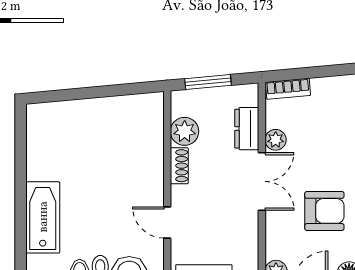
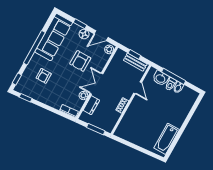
plant: (185, 131) -> (114, 116), removed
armchair: (324, 211) -> (80, 61), turned -90
bathtub: (43, 217) -> (167, 139), moved

